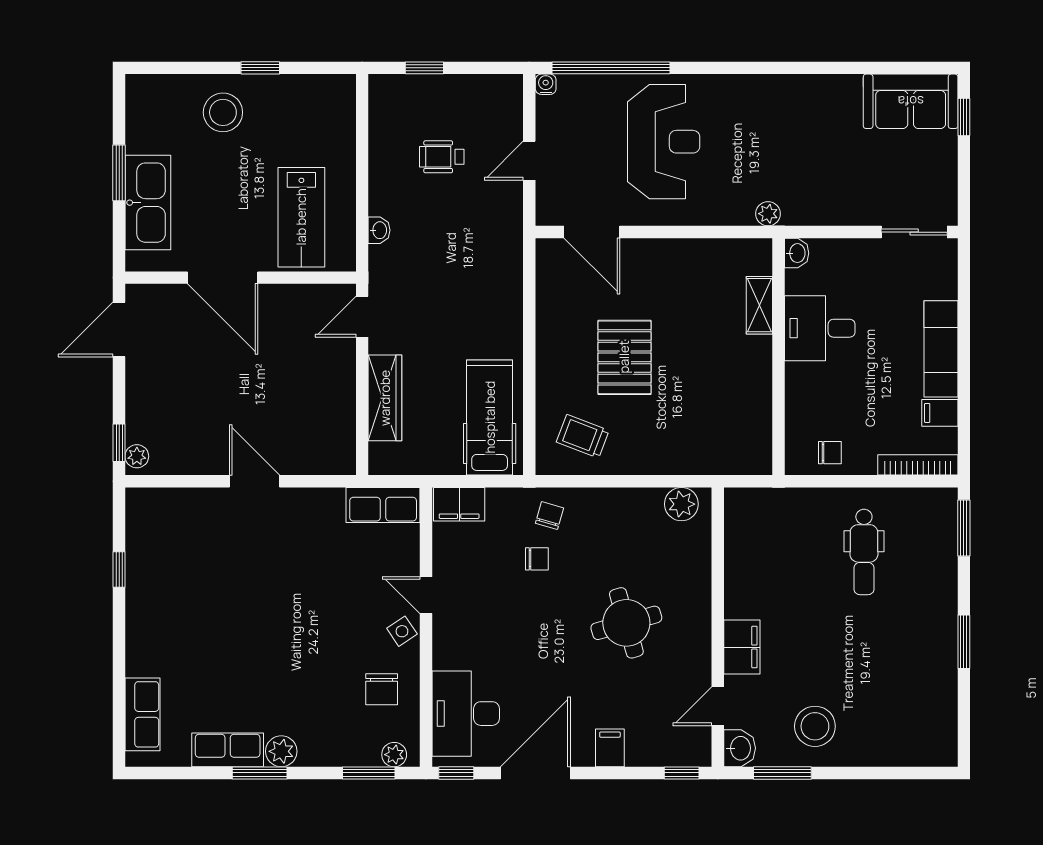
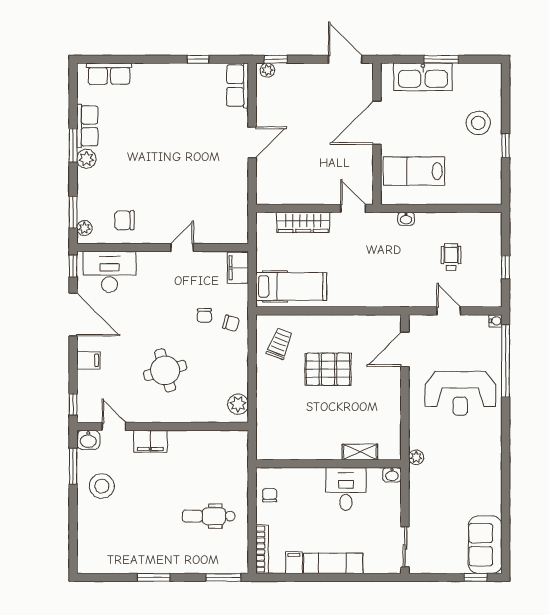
window: (424, 68) -> (506, 267), moved
chair: (830, 453) -> (270, 495), turned 180
row of seats: (383, 505) -> (238, 86), moved
side table: (402, 631) -> (160, 233), removed

